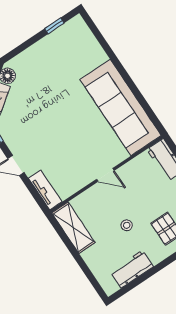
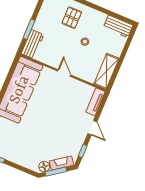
workbench: (132, 269) -> (118, 26), moved

